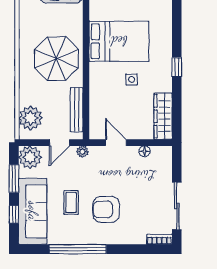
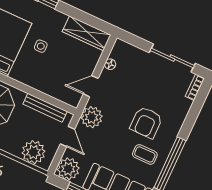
plant: (83, 152) -> (92, 117), width x1.88, depth x1.88
coffee table: (71, 203) -> (145, 154), moved

